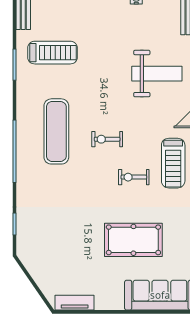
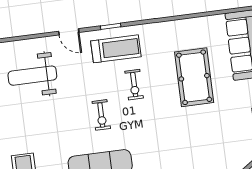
weight bench: (157, 74) -> (32, 76), turned -90

